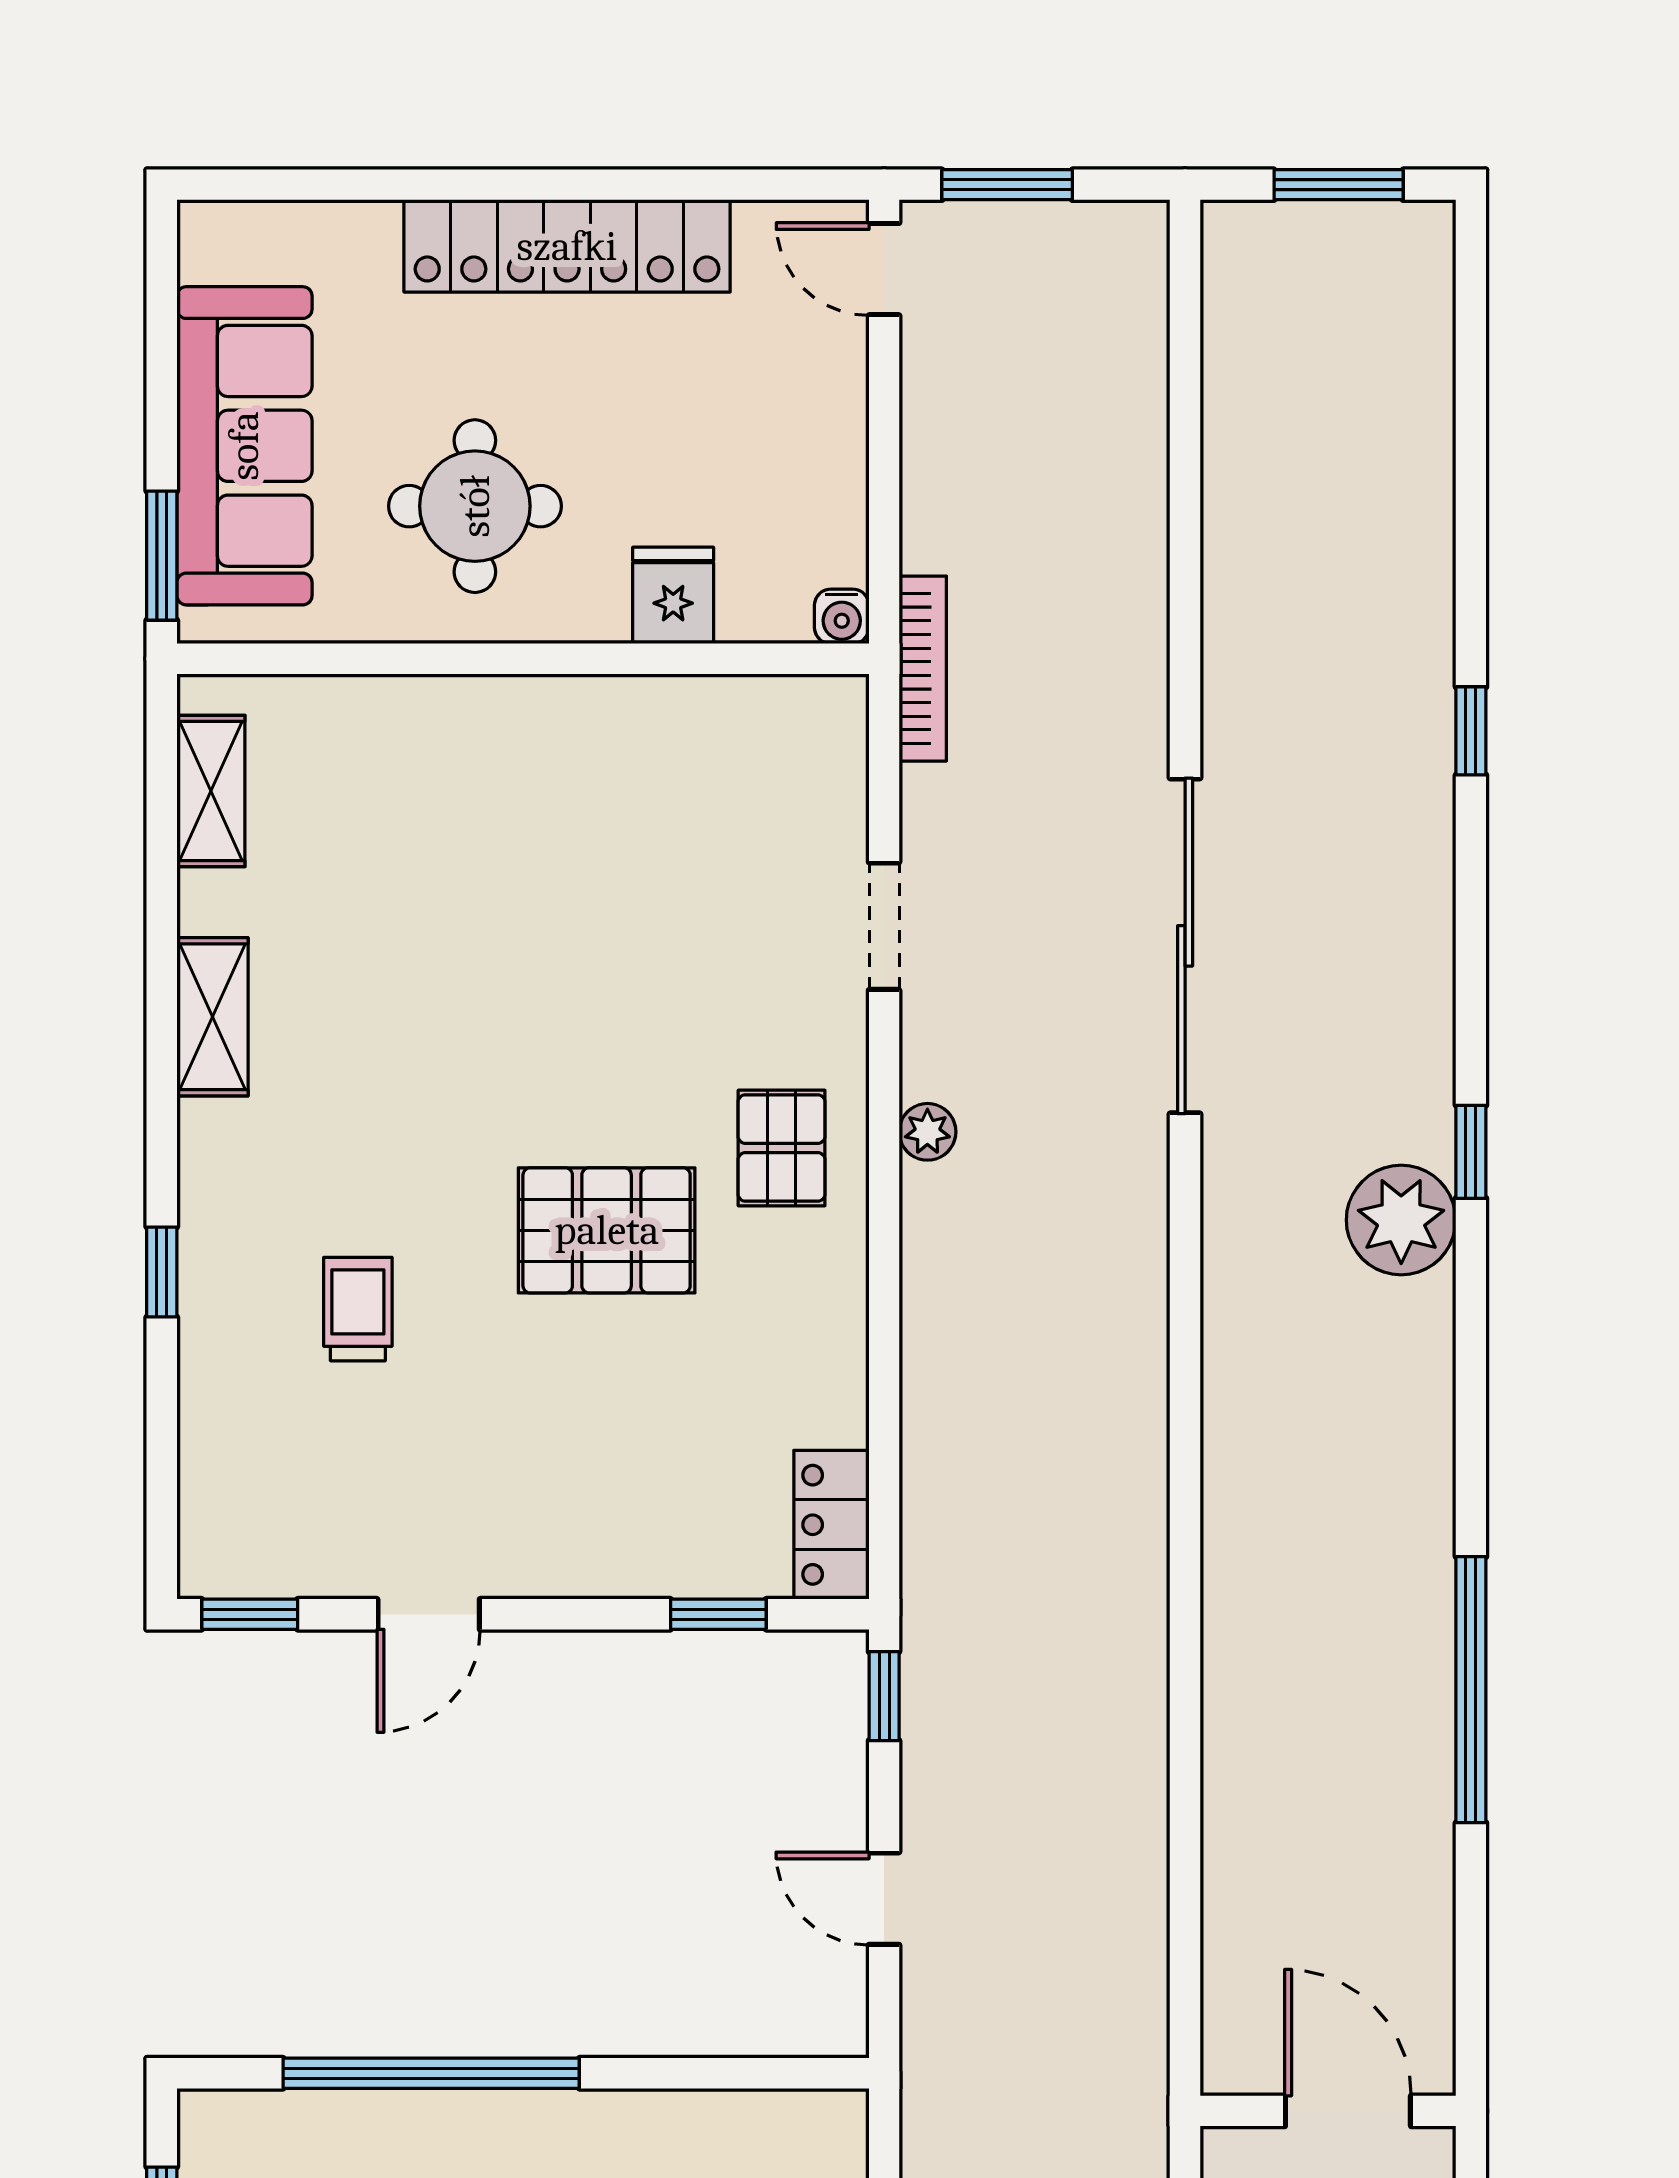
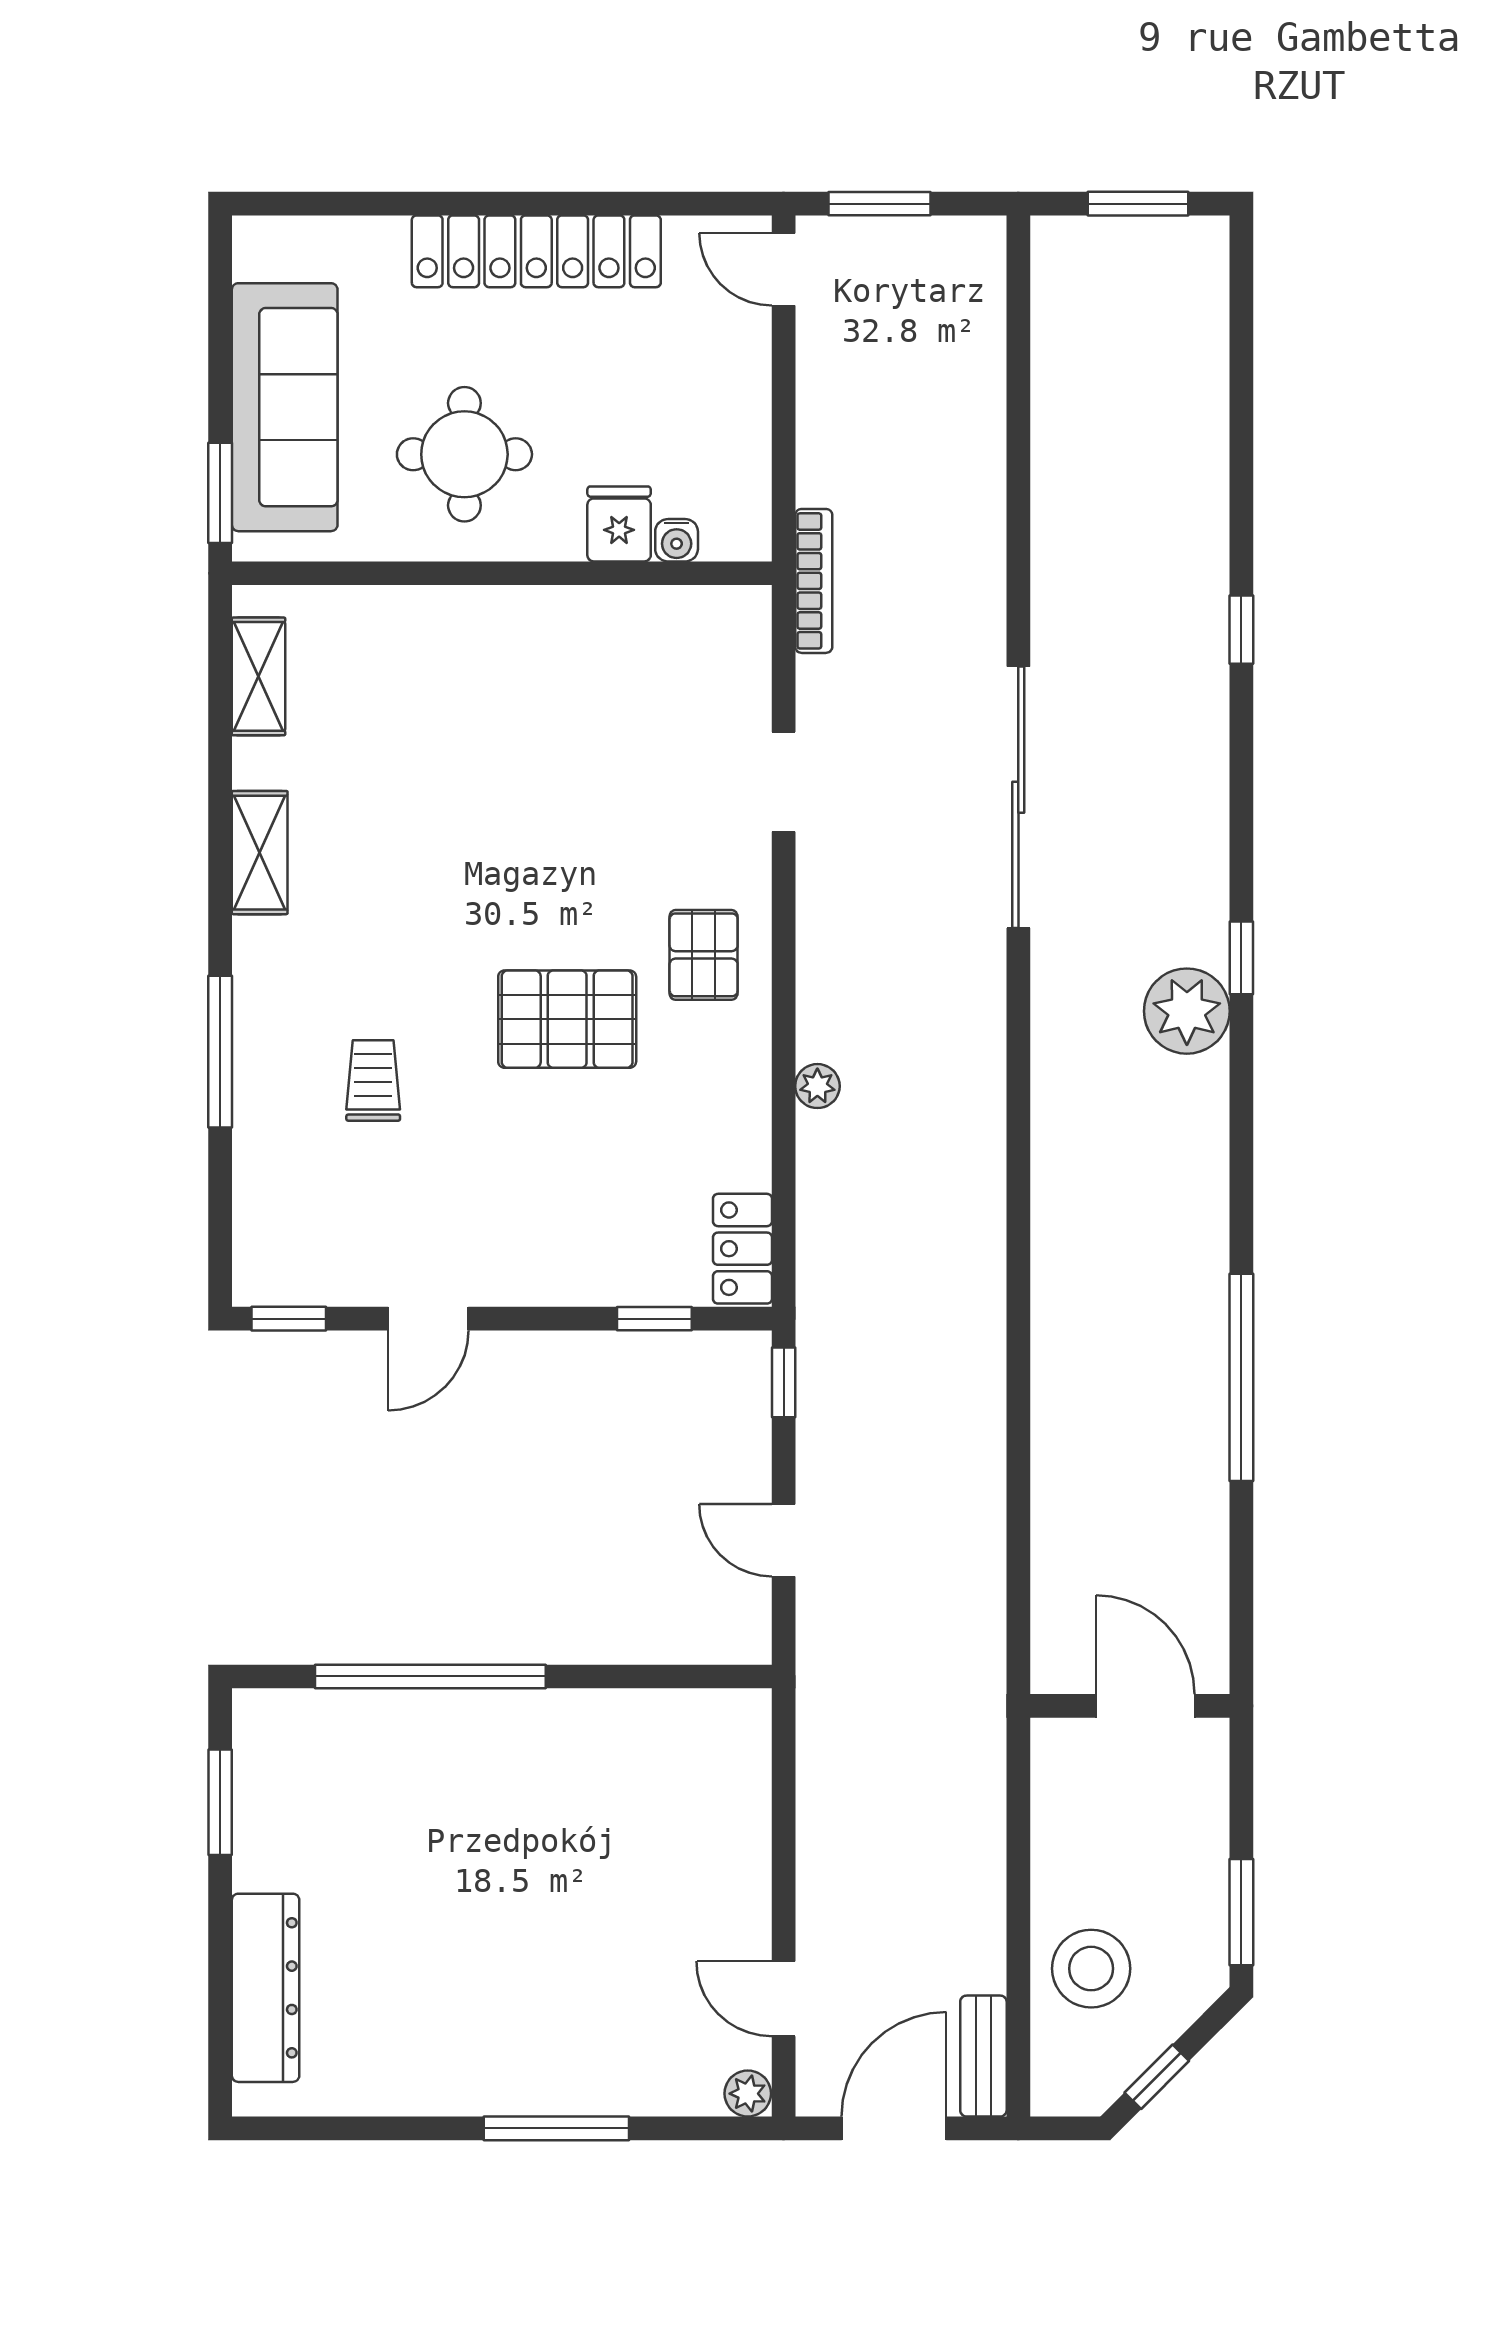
water cooler: (842, 616) -> (677, 540), moved
plant: (927, 1132) -> (817, 1086), moved
window: (162, 1272) -> (220, 1052), width x2.17

